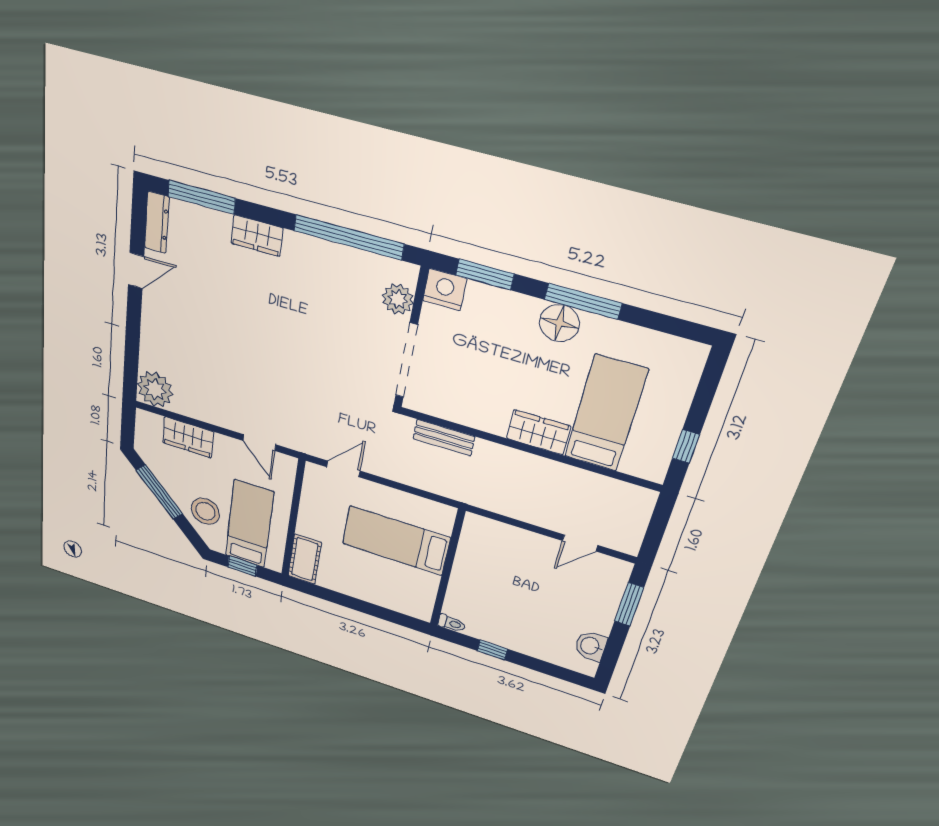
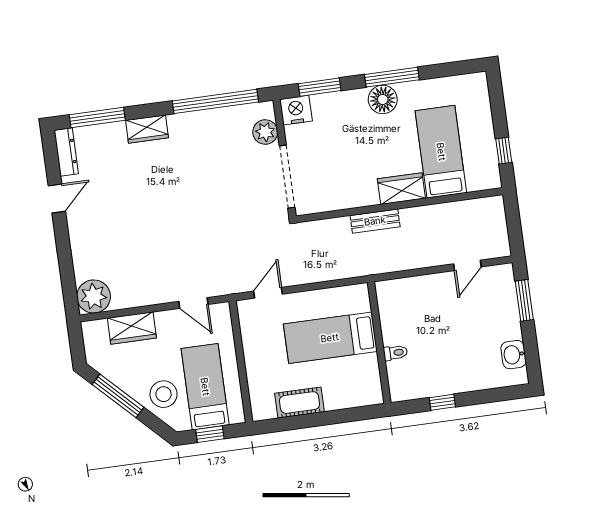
bench: (444, 438) -> (375, 221), moved
cot: (305, 559) -> (299, 403), moved, turned 90
toilet: (452, 623) -> (395, 353), moved

